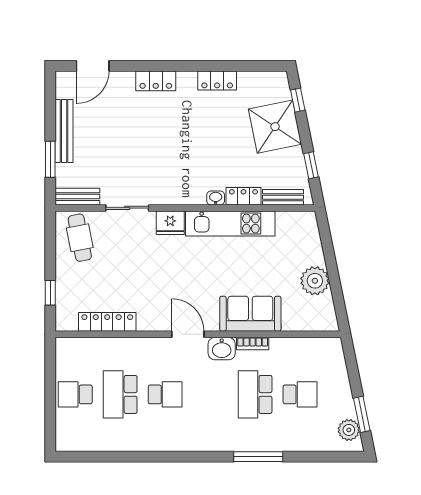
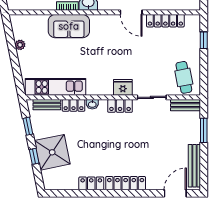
locker: (156, 81) -> (126, 183), width x1.53
window: (298, 100) -> (34, 156), moved
bench: (64, 131) -> (194, 166), moved
locker: (174, 195) -> (120, 106), added
kitchen unit: (230, 224) -> (56, 87), moved
plant: (315, 281) -> (20, 45), width x0.53, depth x0.53
door: (188, 334) -> (131, 12), moved

